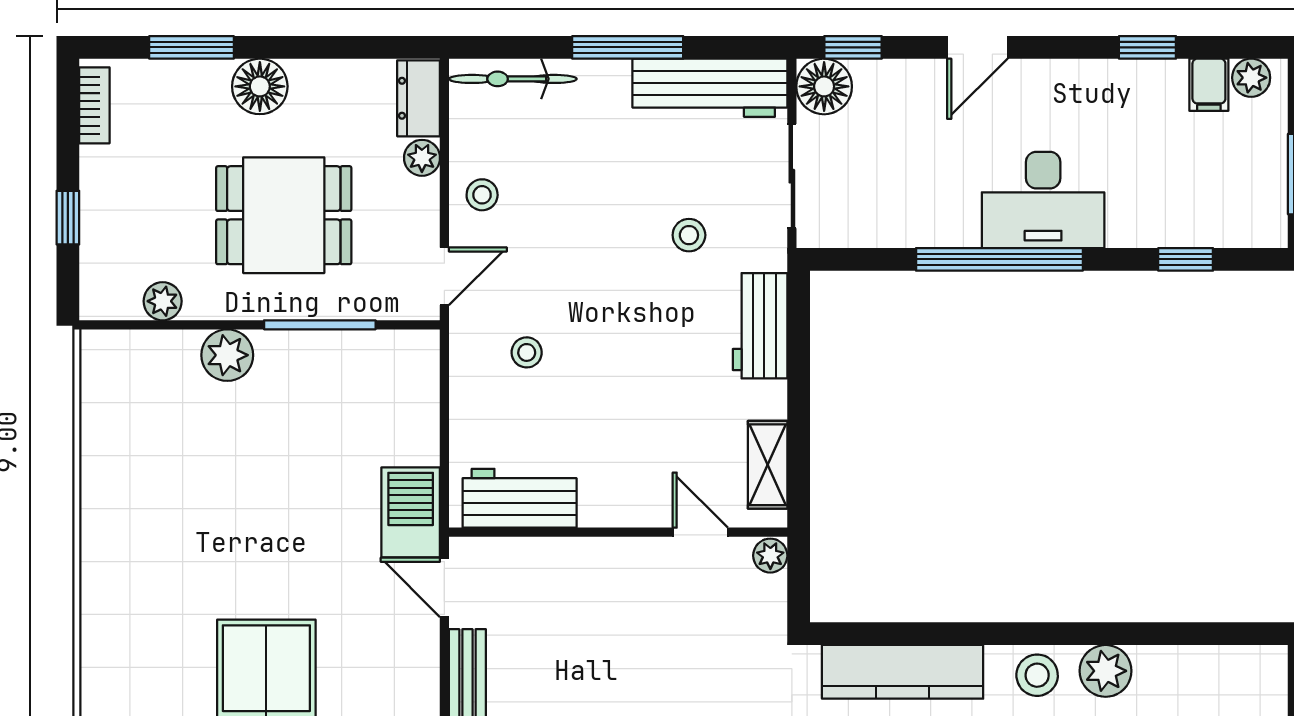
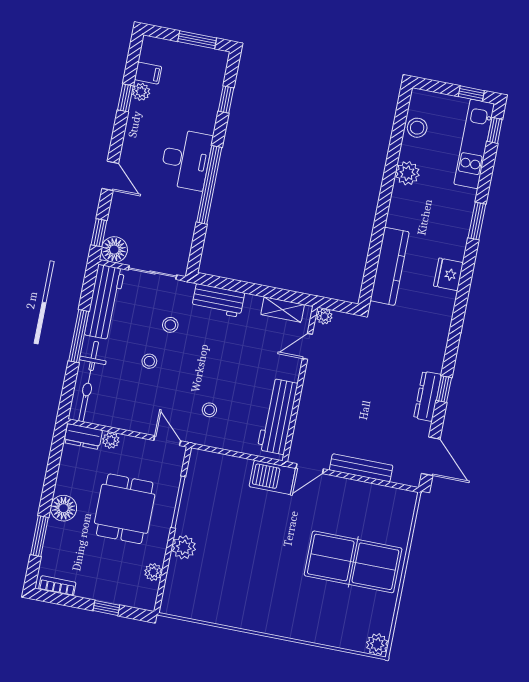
plant: (1251, 78) -> (141, 92), moved
bicycle: (513, 79) -> (89, 382), width x1.37, depth x1.40
stool: (482, 195) -> (149, 361), moved
workbench: (520, 498) -> (278, 416), width x1.38
stool: (1037, 675) -> (417, 128), moved

